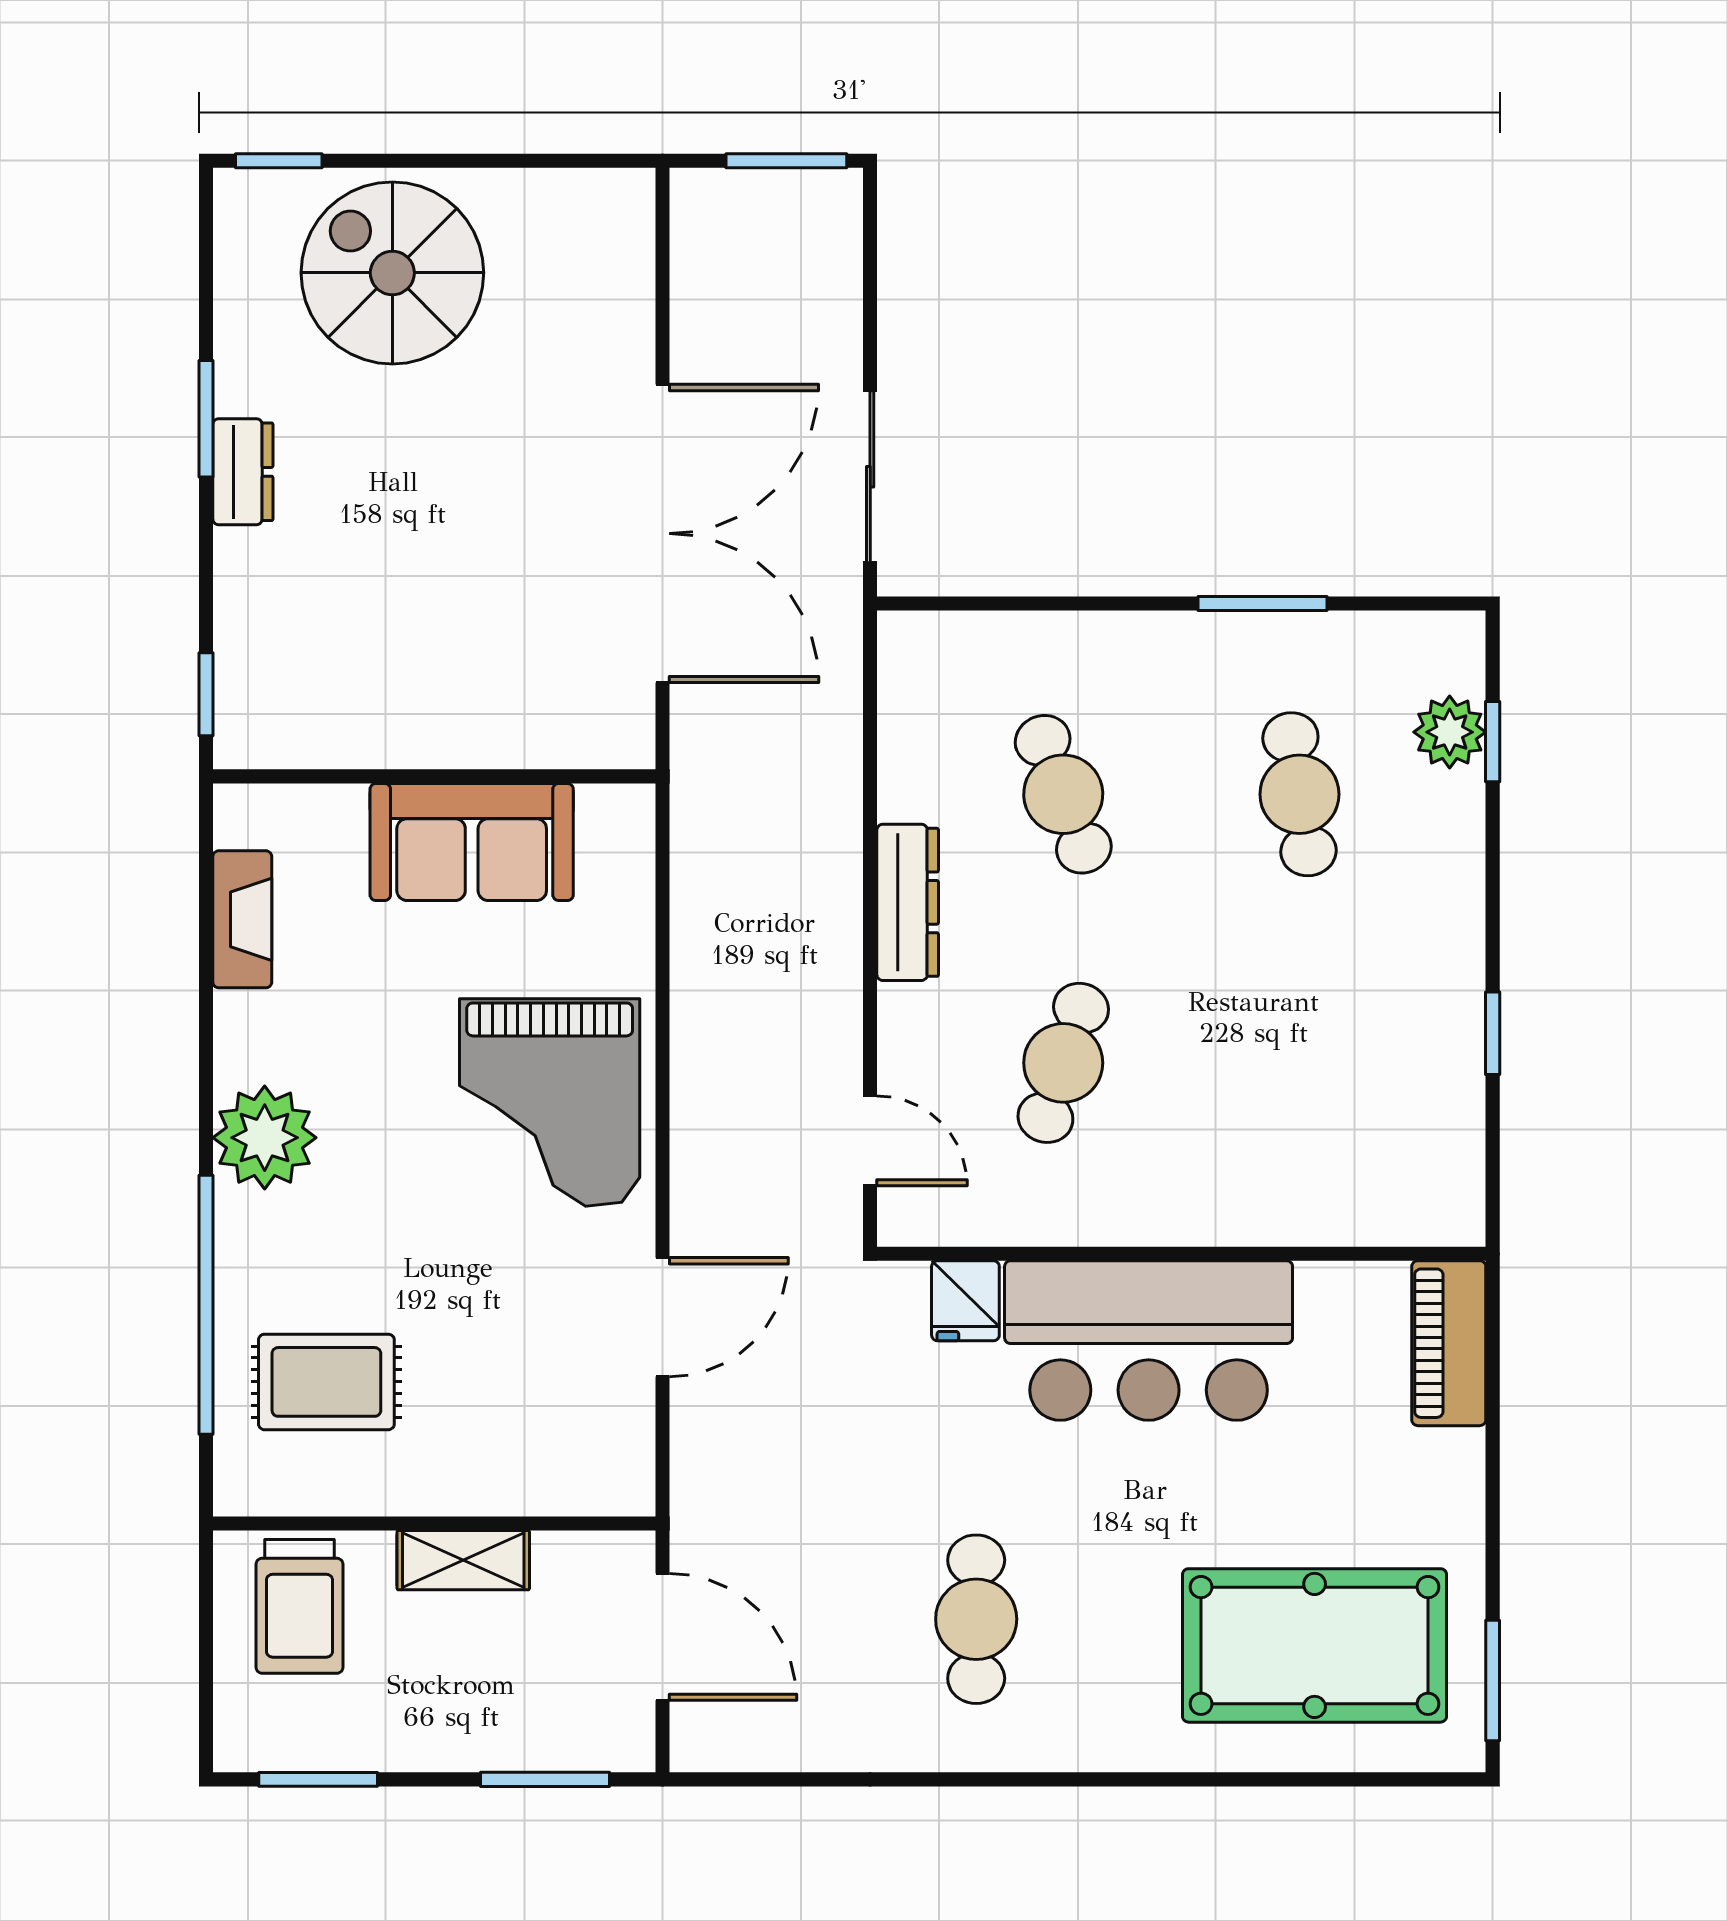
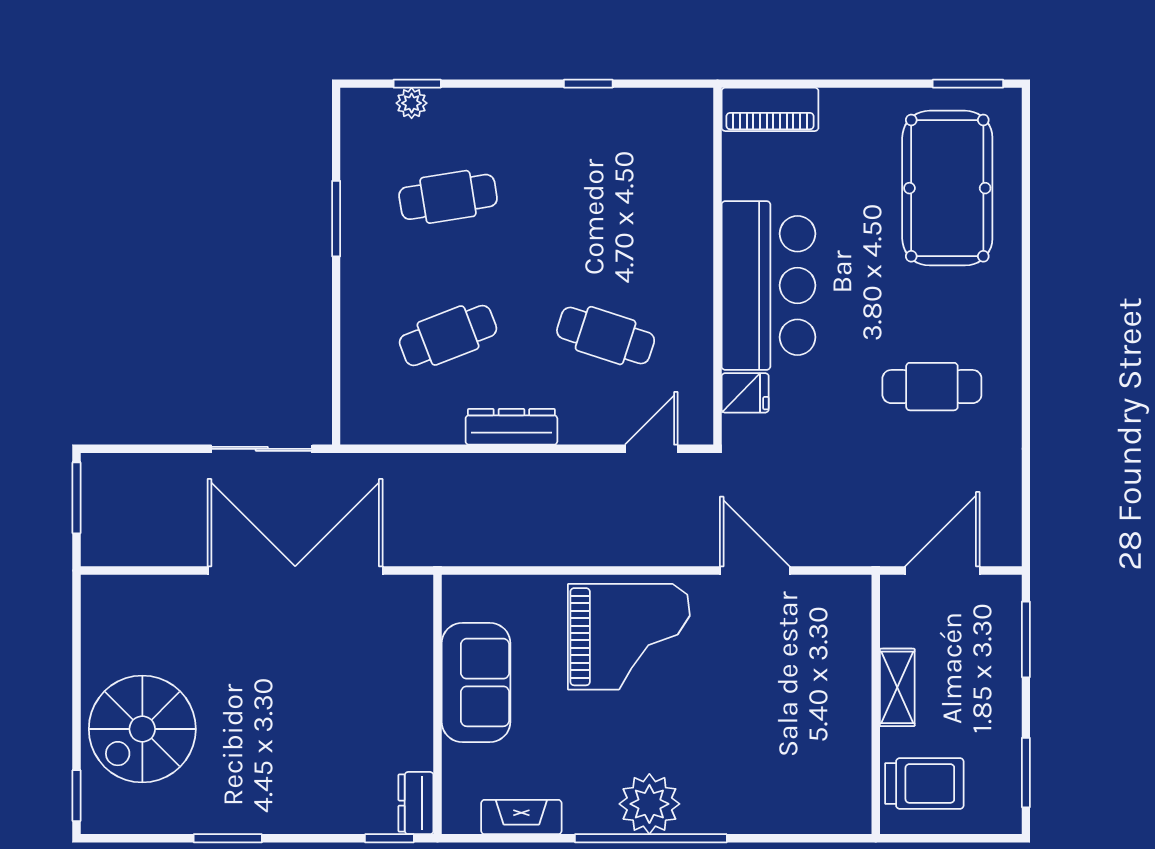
dresser: (243, 472) -> (416, 803), moved, turned -90
plant: (1450, 732) -> (412, 103), width x0.73, depth x0.73
window: (206, 1305) -> (651, 838), moved
rug: (326, 1382) -> (793, 768), removed

